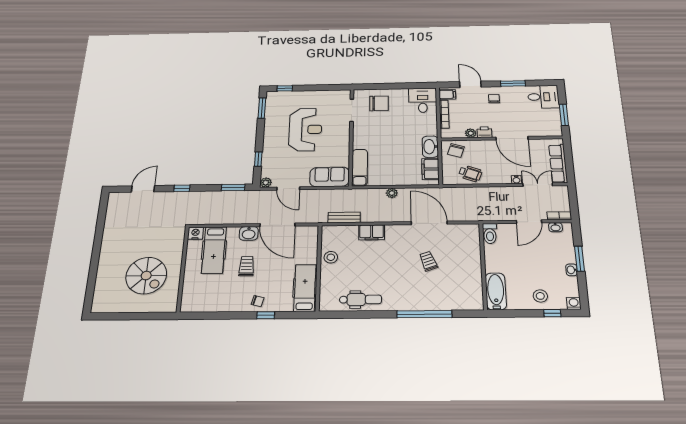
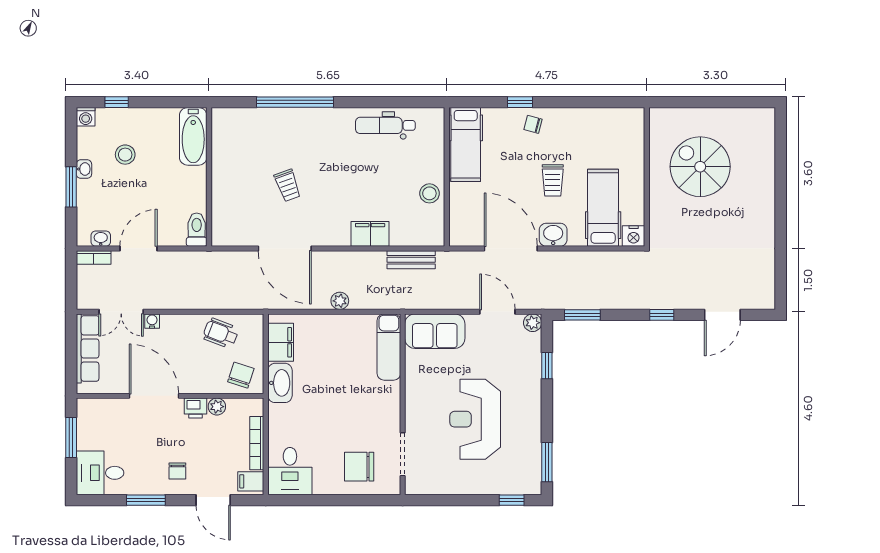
stool: (540, 296) -> (125, 155), moved

